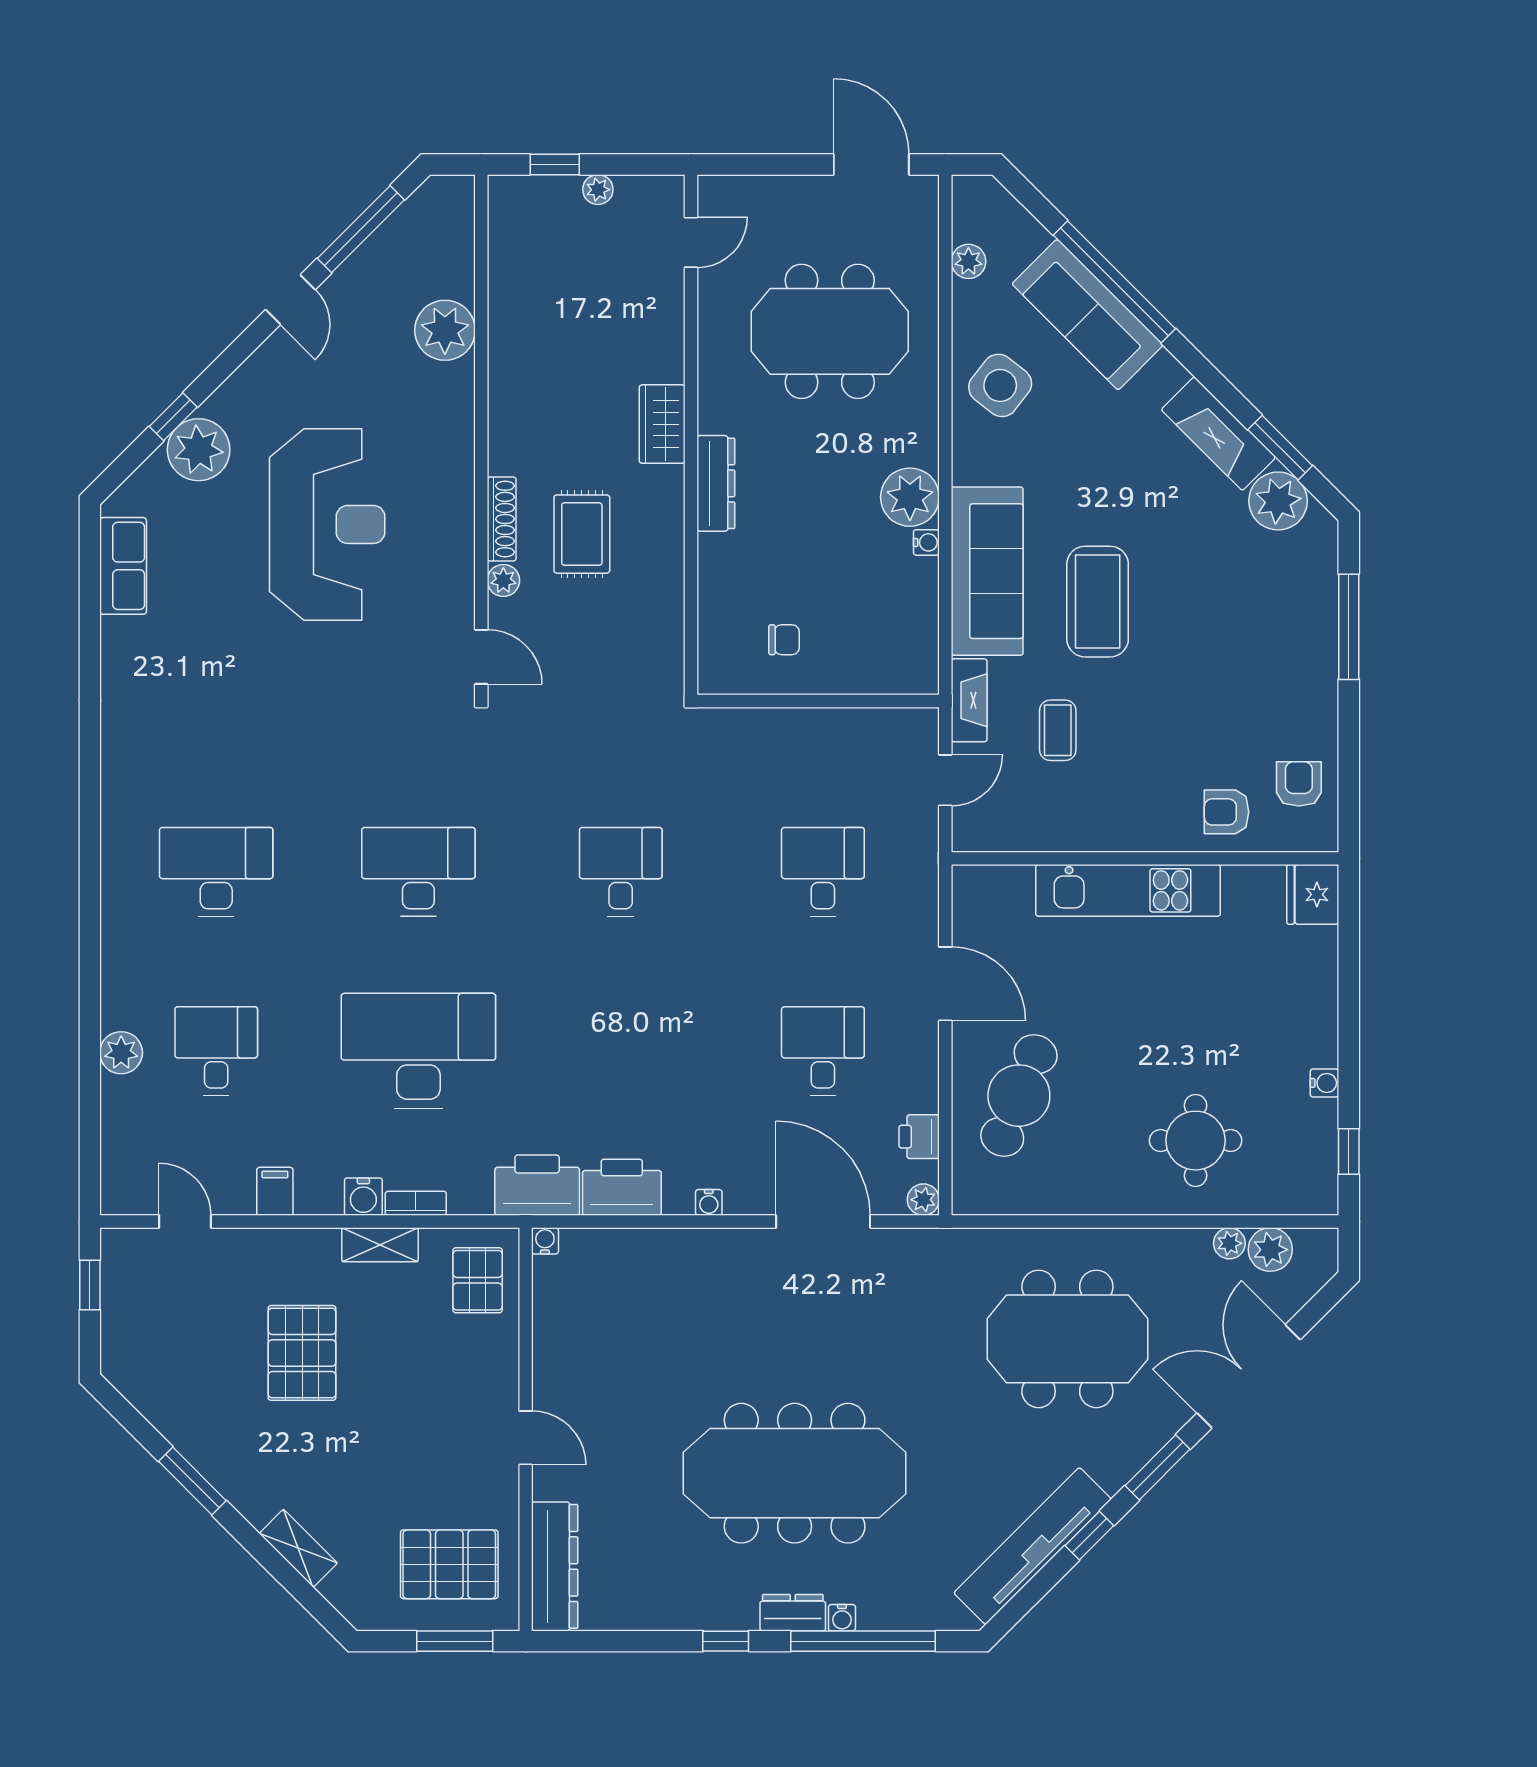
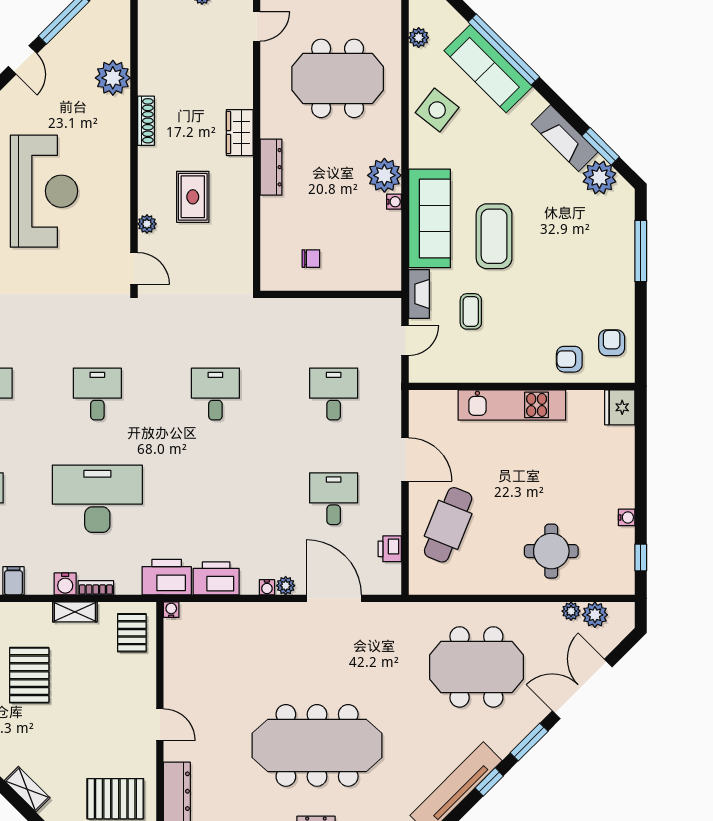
shoe rack: (502, 519) -> (146, 121), moved
desk: (418, 872) -> (97, 394), width x0.73
plant: (923, 1200) -> (286, 586), moved

